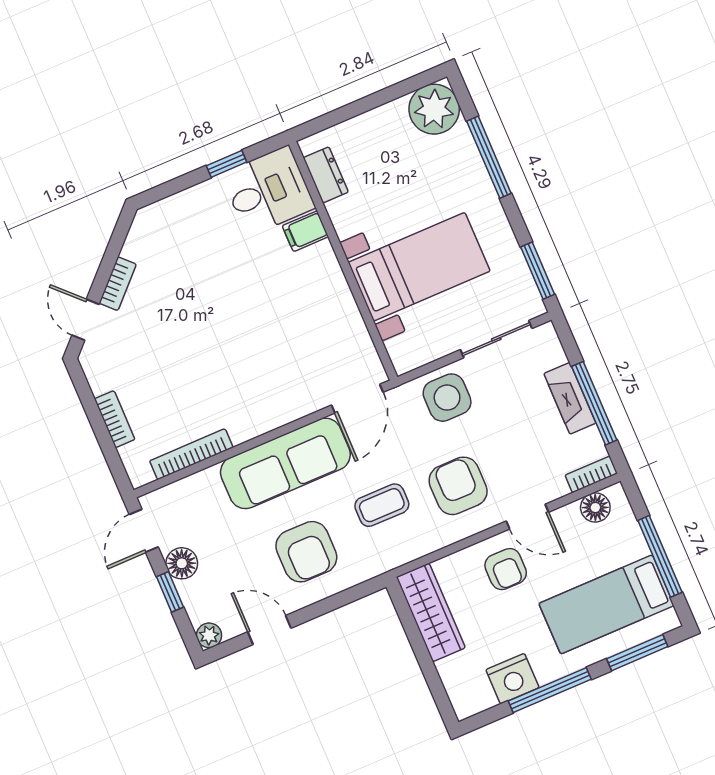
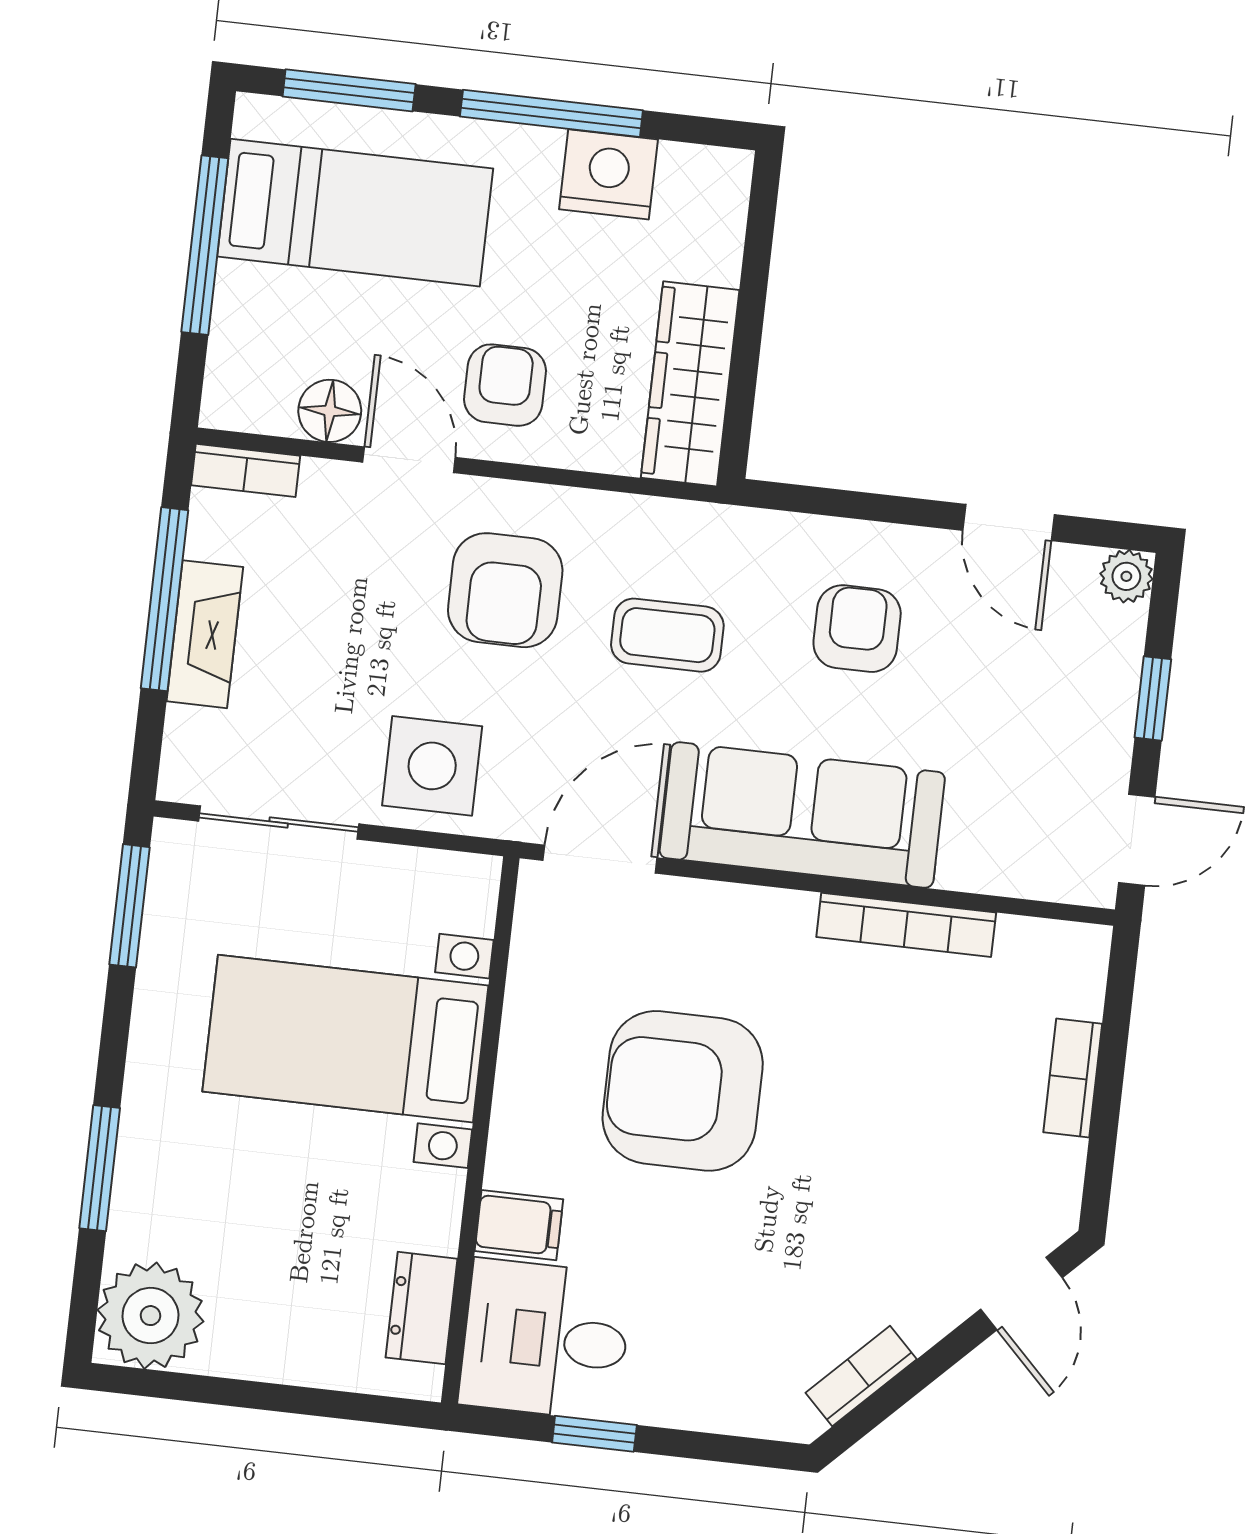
window: (489, 157) -> (100, 1168), width x0.69
bookcase: (118, 284) -> (861, 1376), moved
armchair: (270, 324) -> (683, 1091), added
bookcase: (191, 454) -> (906, 925), moved
floor lamp: (595, 508) -> (330, 411), moved
armchair: (306, 552) -> (857, 629), width x0.72, depth x0.72
floor lamp: (182, 563) -> (1101, 739), removed

